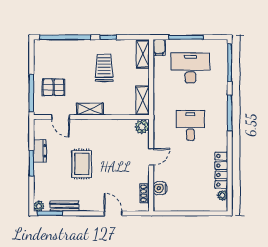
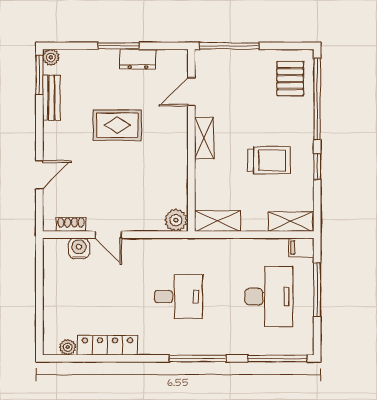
pallet: (53, 87) -> (290, 78), moved
door: (151, 157) -> (108, 235), moved

